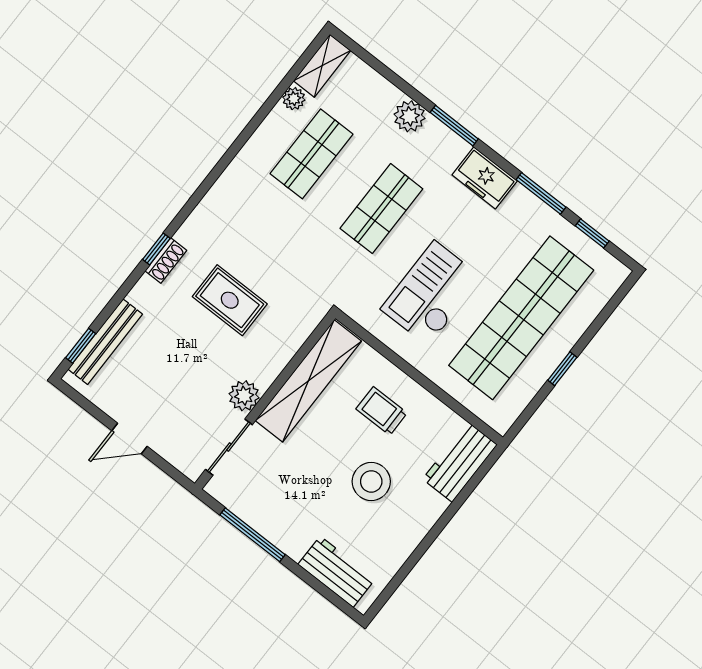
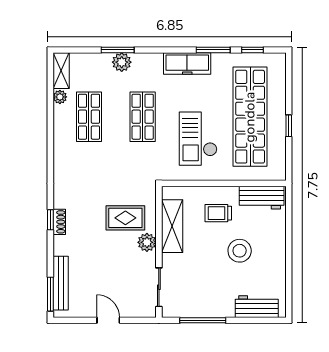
window: (454, 126) -> (118, 50), moved
freezer: (485, 178) -> (187, 64), width x1.40
rug: (230, 300) -> (125, 218), moved
window: (81, 346) -> (50, 294), width x1.50
shelving: (308, 381) -> (172, 226), width x0.68
plant: (244, 396) -> (147, 242), moved
door: (129, 439) -> (108, 320), swing flipped
workbench: (460, 462) -> (262, 198), moved, turned -90

